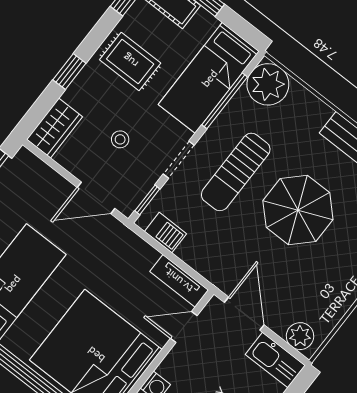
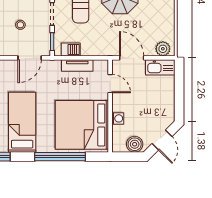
tv unit: (179, 281) -> (77, 65), moved
door: (184, 327) -> (110, 84), swing flipped

